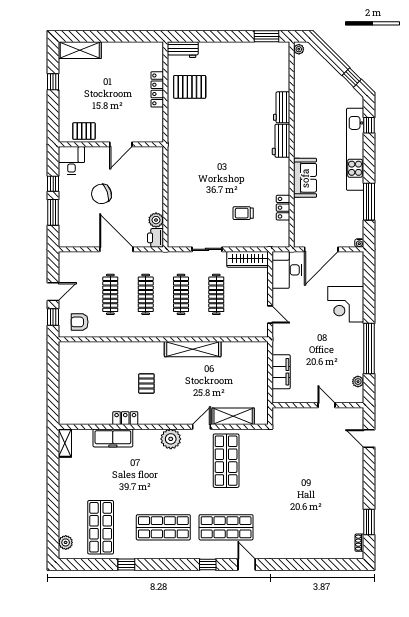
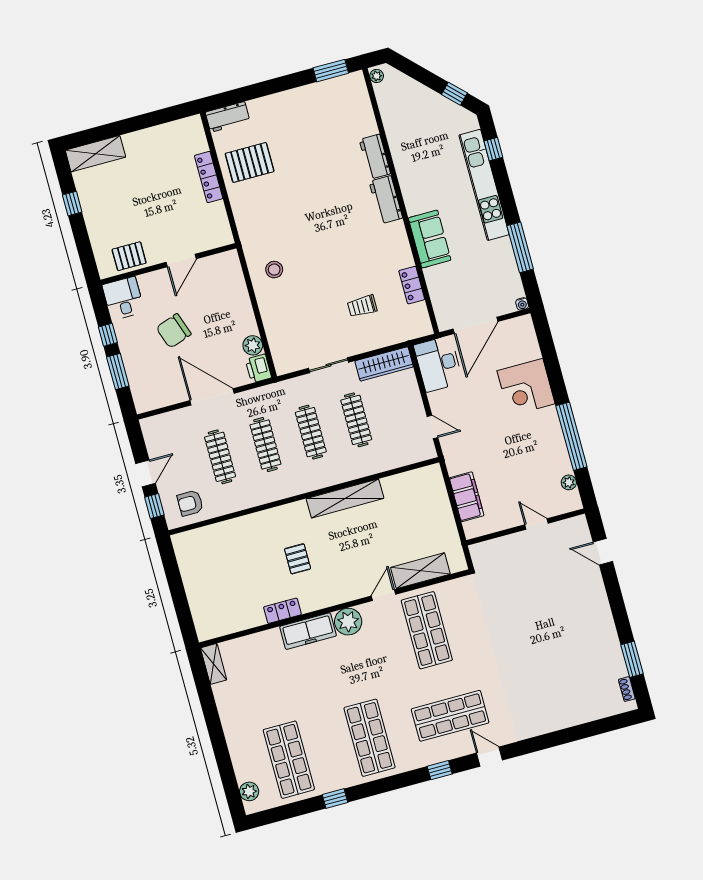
stool: (186, 169) -> (274, 270), added
freezer: (113, 438) -> (308, 631), moved
shop shelf: (163, 527) -> (369, 738), turned 90

